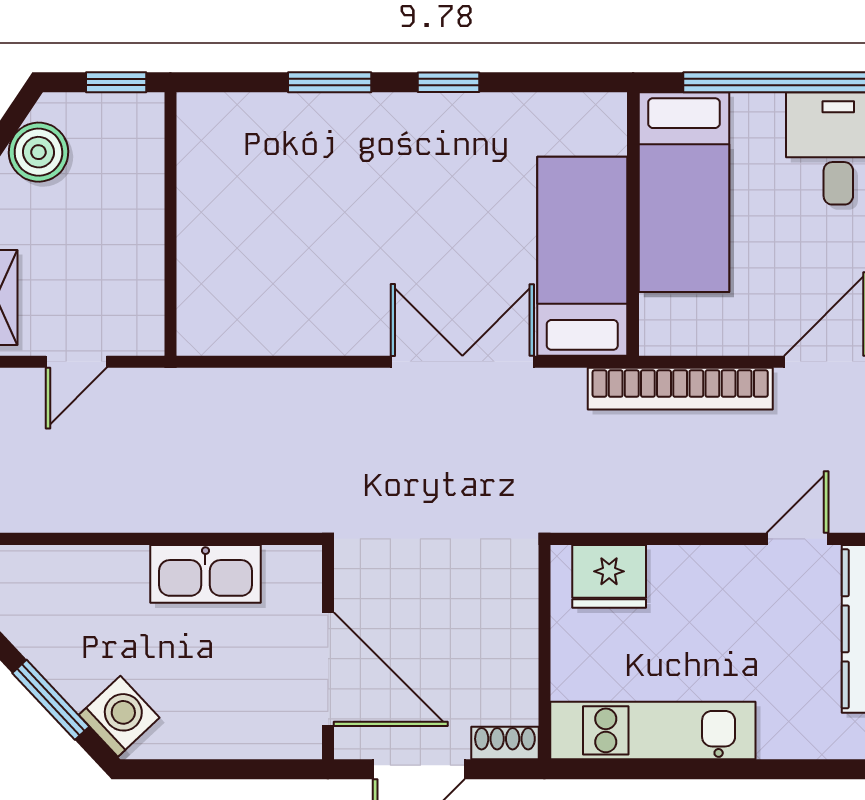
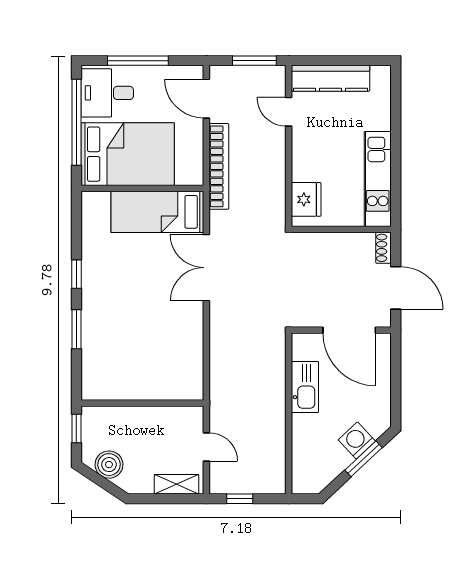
bed: (684, 192) -> (128, 154), width x1.50
door: (328, 669) -> (349, 330), swing flipped
washing machine: (119, 716) -> (357, 440), moved

